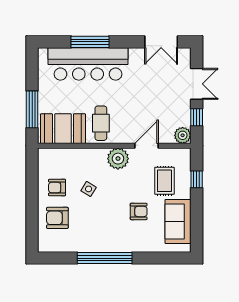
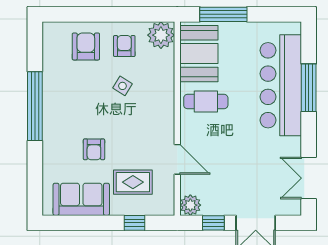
plant: (118, 159) -> (161, 35), moved

